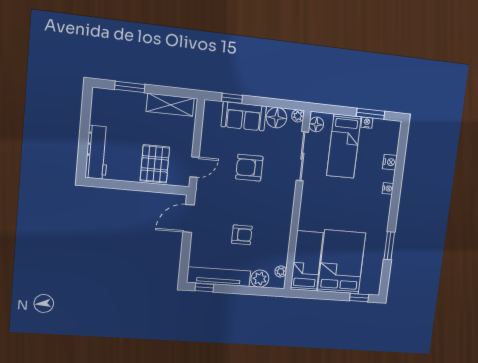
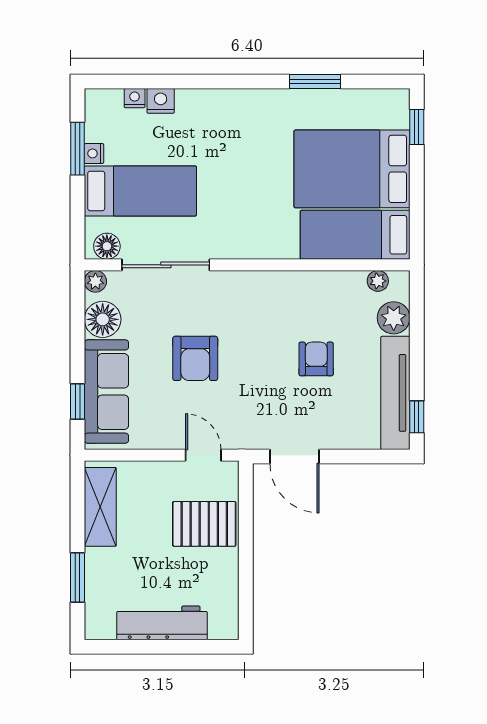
sofa: (244, 116) -> (106, 392), width x1.36
workbench: (97, 152) -> (162, 623), moved
nightstand: (388, 188) -> (135, 98), moved

